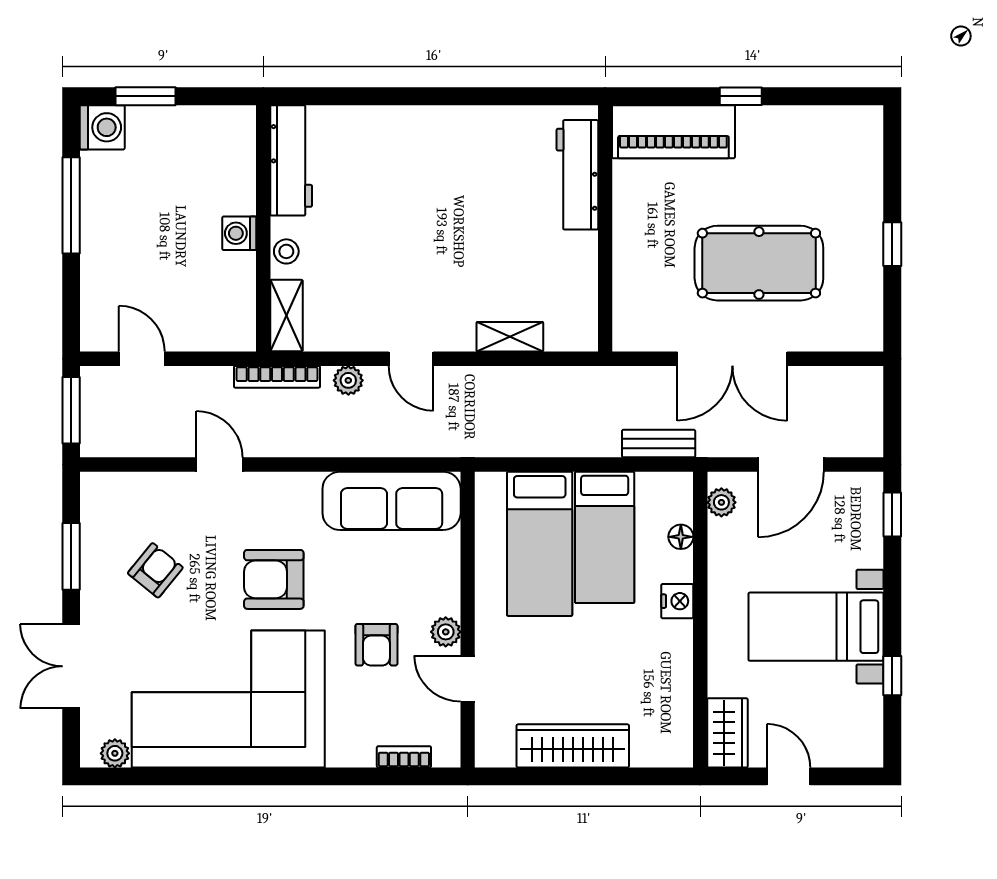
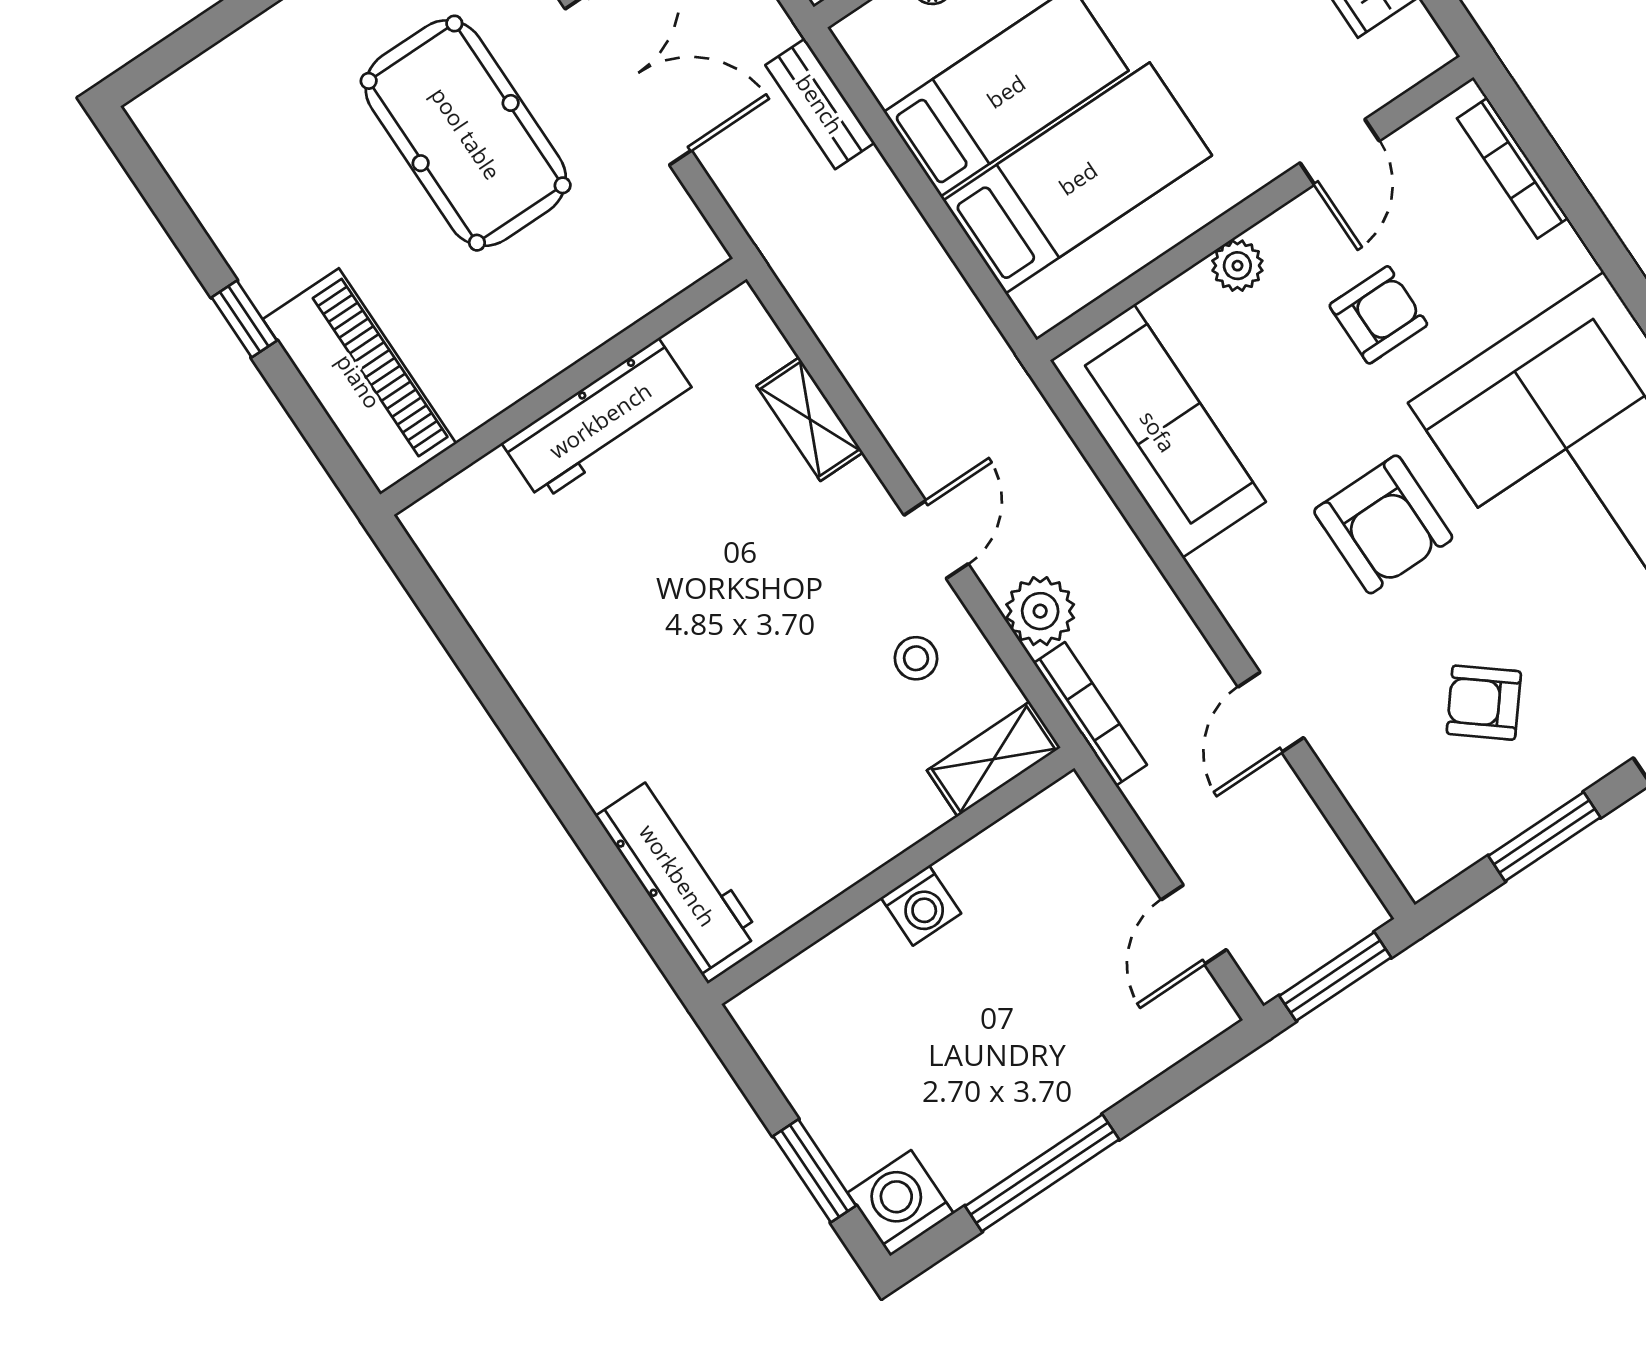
workbench: (291, 160) -> (678, 875), moved, turned 90
workbench: (577, 175) -> (600, 420), moved
stool: (286, 251) -> (916, 658), moved
plant: (348, 380) -> (1040, 611), width x1.38, depth x1.38
plant: (446, 632) -> (1237, 266), moved
bookcase: (404, 757) -> (1512, 168), width x1.56

